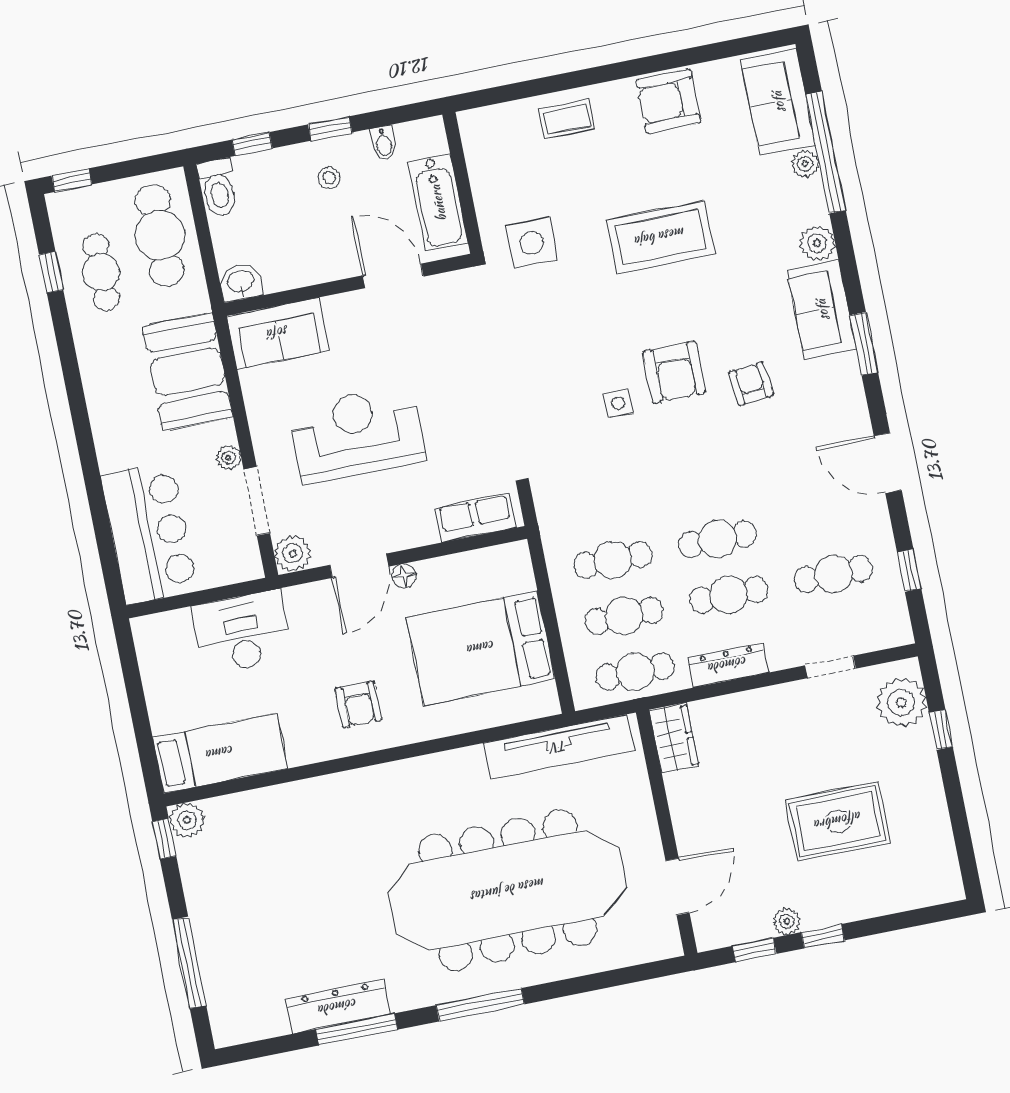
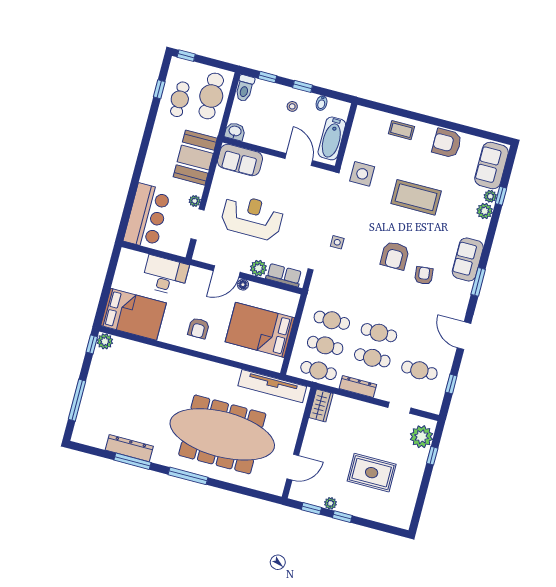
window: (826, 152) -> (501, 196), width x0.32
plant: (817, 243) -> (485, 211), moved
side table: (618, 403) -> (337, 242), moved
plant: (293, 554) -> (258, 268), moved
bed: (220, 753) -> (133, 314), width x1.50

